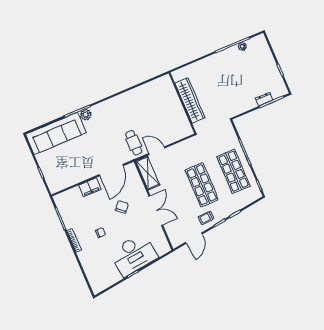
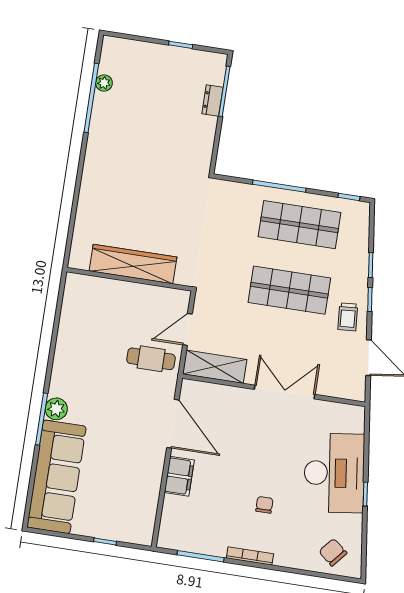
wardrobe: (190, 100) -> (133, 264), moved
wall: (182, 103) -> (129, 279), moved
chair: (122, 207) -> (333, 552), moved

